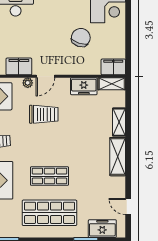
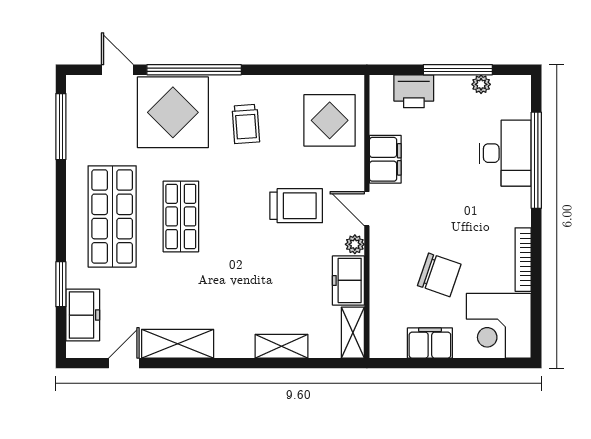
filing cabinet: (113, 67) -> (430, 343), moved, turned -90
plant: (28, 83) -> (355, 244), moved
trolley: (44, 114) -> (296, 206), turned -90
shelving: (118, 157) -> (178, 344), moved

